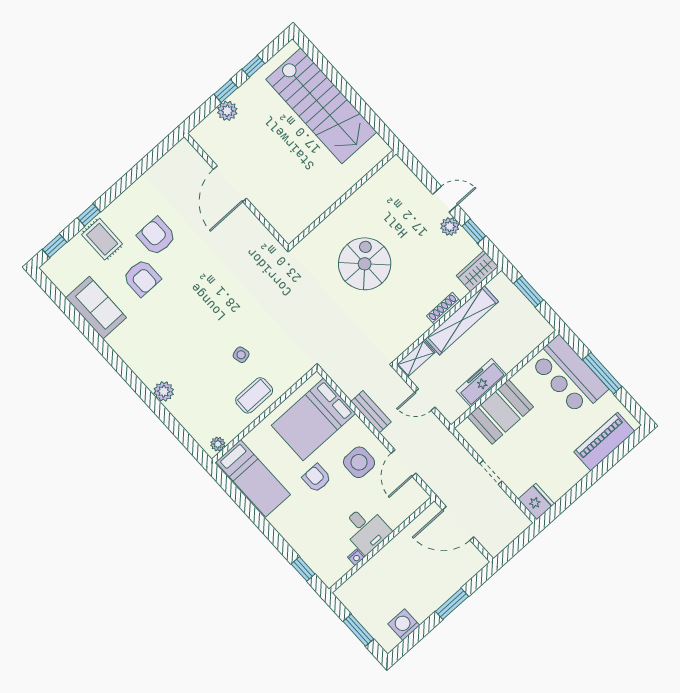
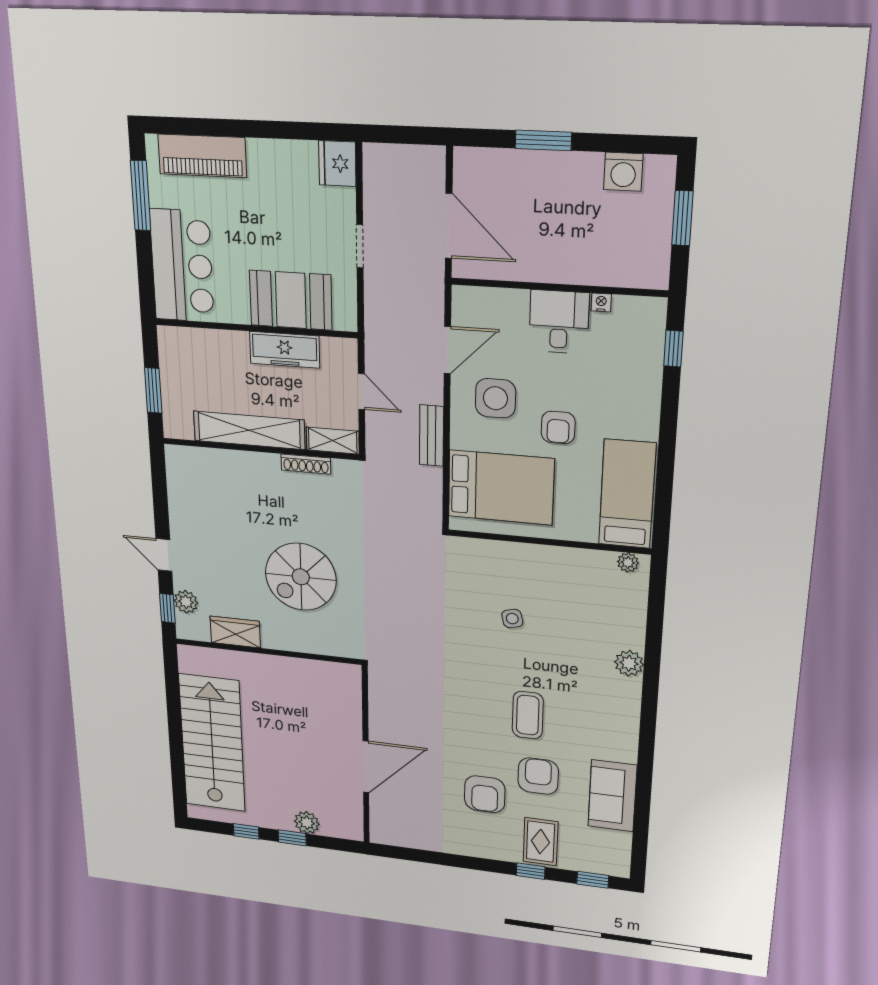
plant: (450, 226) -> (186, 602), moved
window: (474, 231) -> (167, 608), moved
wardrobe: (477, 271) -> (235, 632), moved, turned 180
shoe rack: (443, 308) -> (306, 464), moved
window: (602, 373) -> (141, 196), moved
coffee table: (254, 395) -> (528, 715), moved, turned 90

